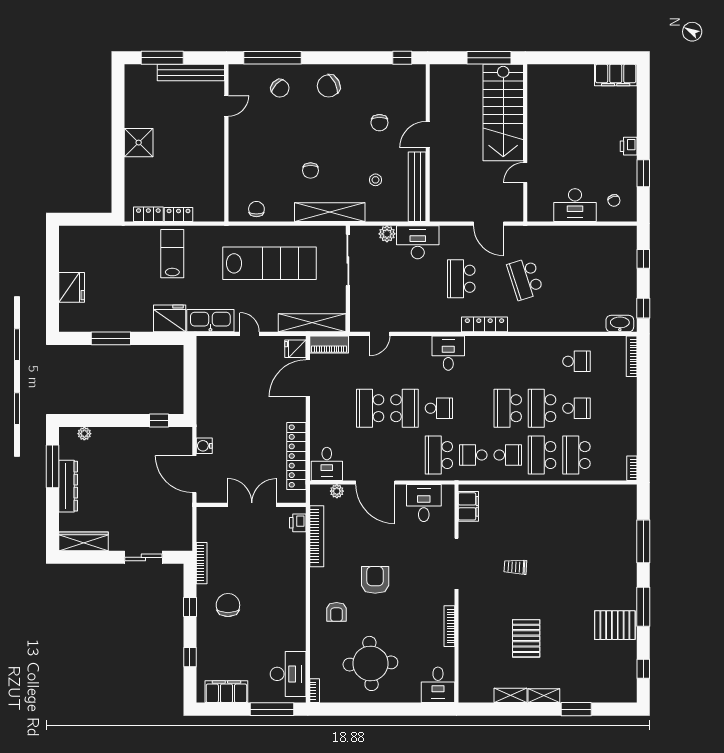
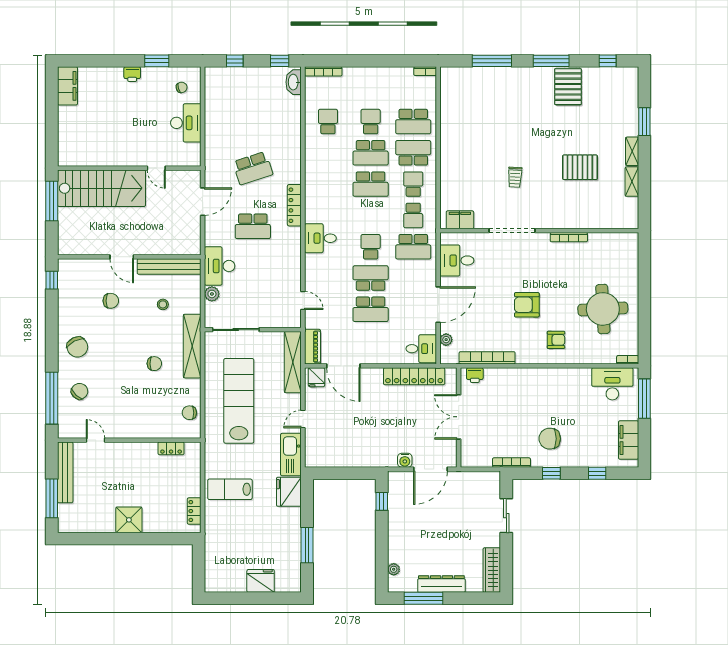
locker: (179, 215) -> (171, 448), moved, turned -90
school desk: (542, 455) -> (413, 153), turned 180
desk: (438, 685) -> (622, 248), removed

